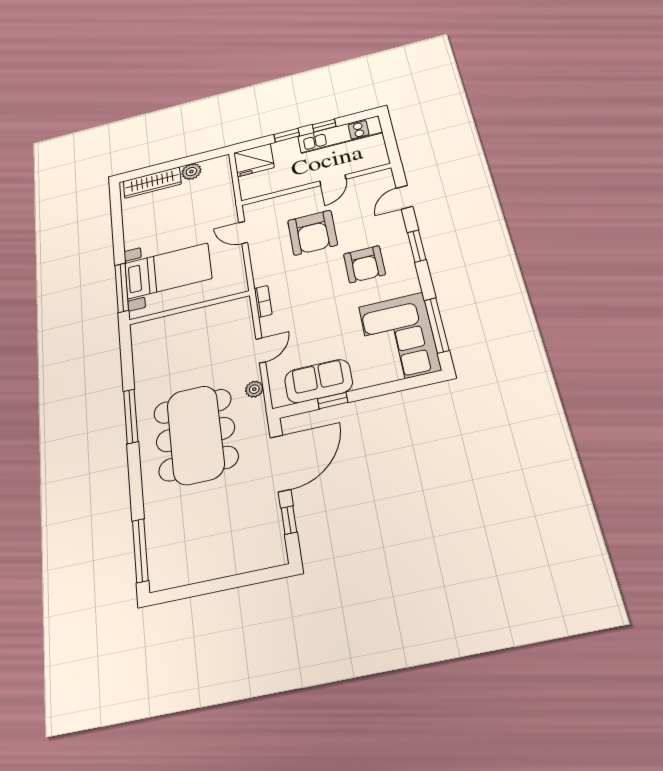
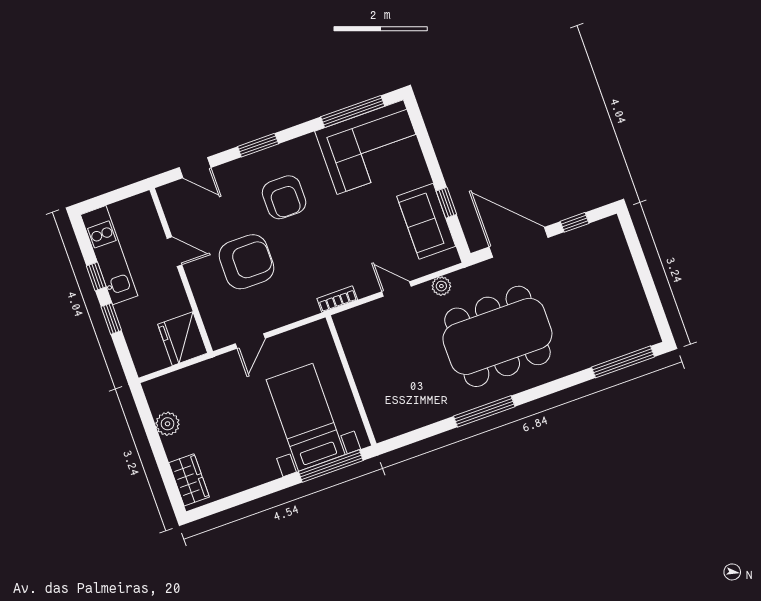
fridge: (254, 160) -> (183, 339), moved, turned 180
wardrobe: (152, 183) -> (189, 480), width x0.67
armchair: (364, 264) -> (284, 197), turned 90

